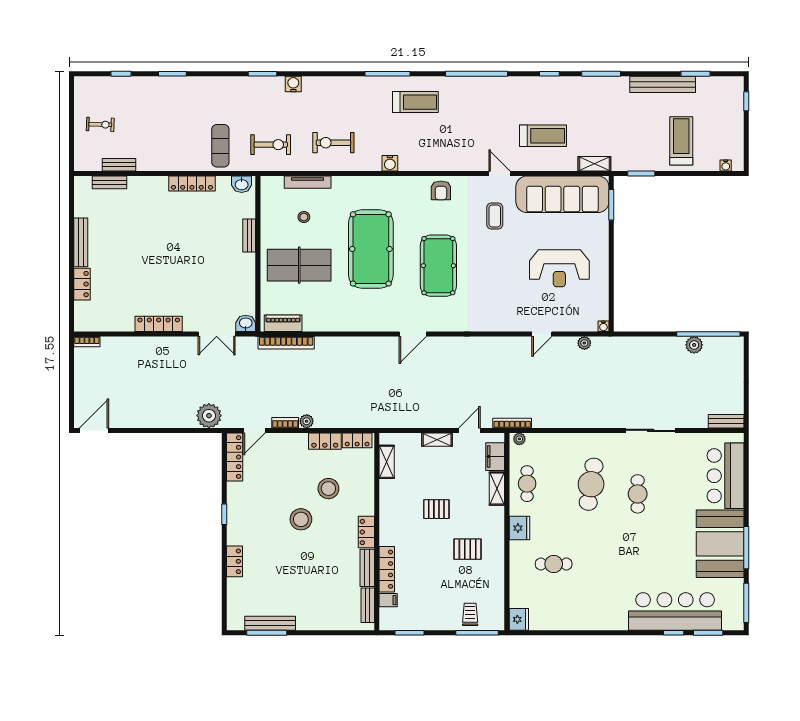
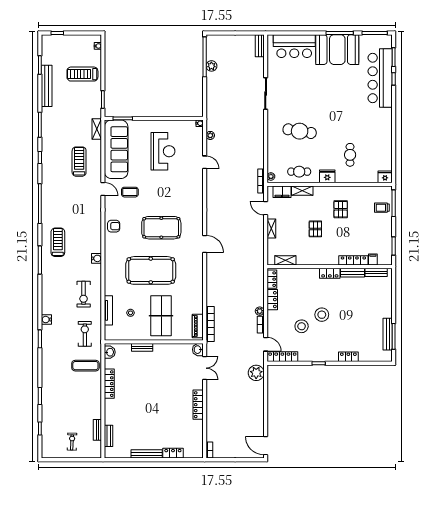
door: (500, 173) -> (103, 189), swing flipped
stool: (328, 489) -> (302, 326), moved
cafe table: (638, 494) -> (306, 102), removed

